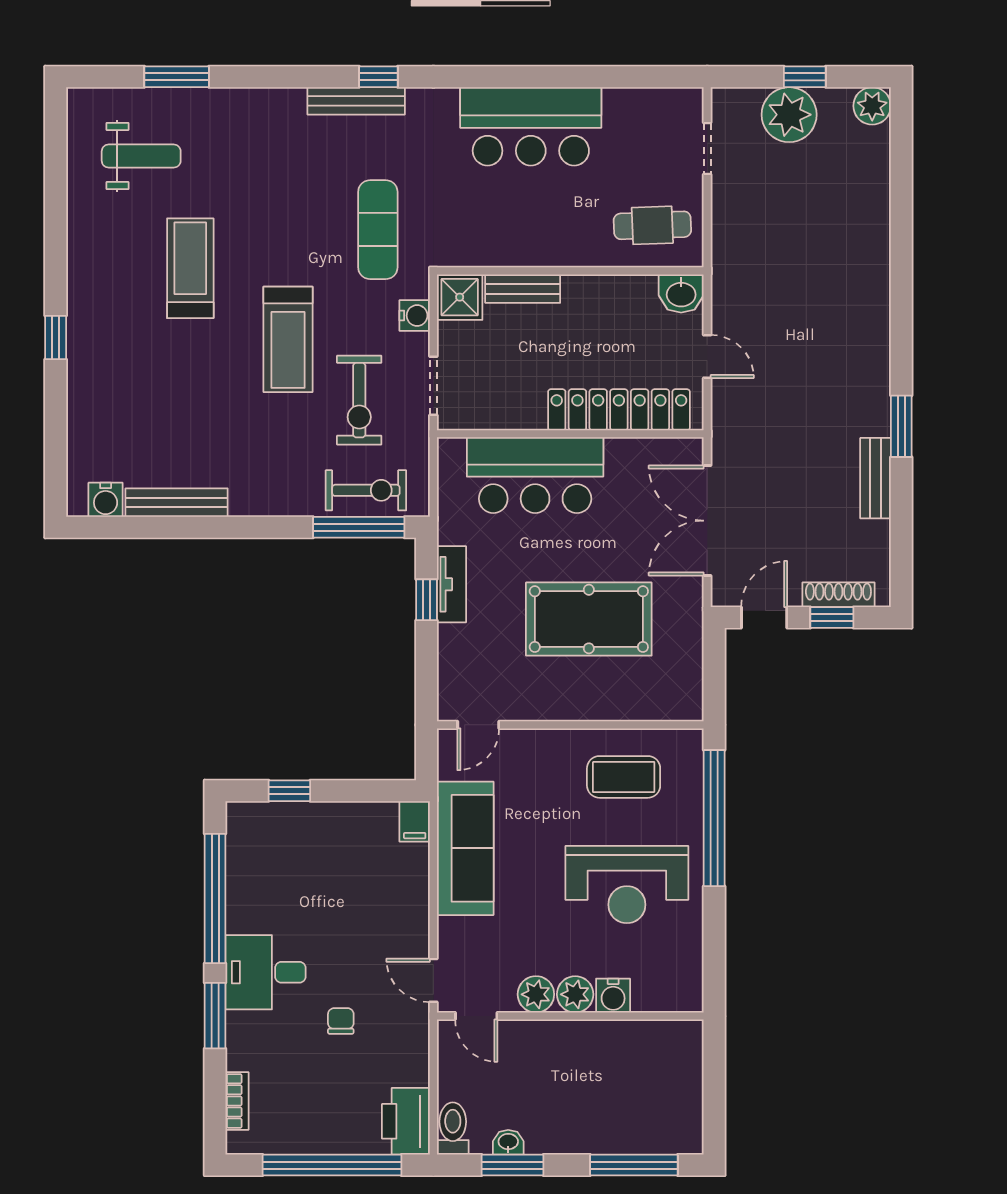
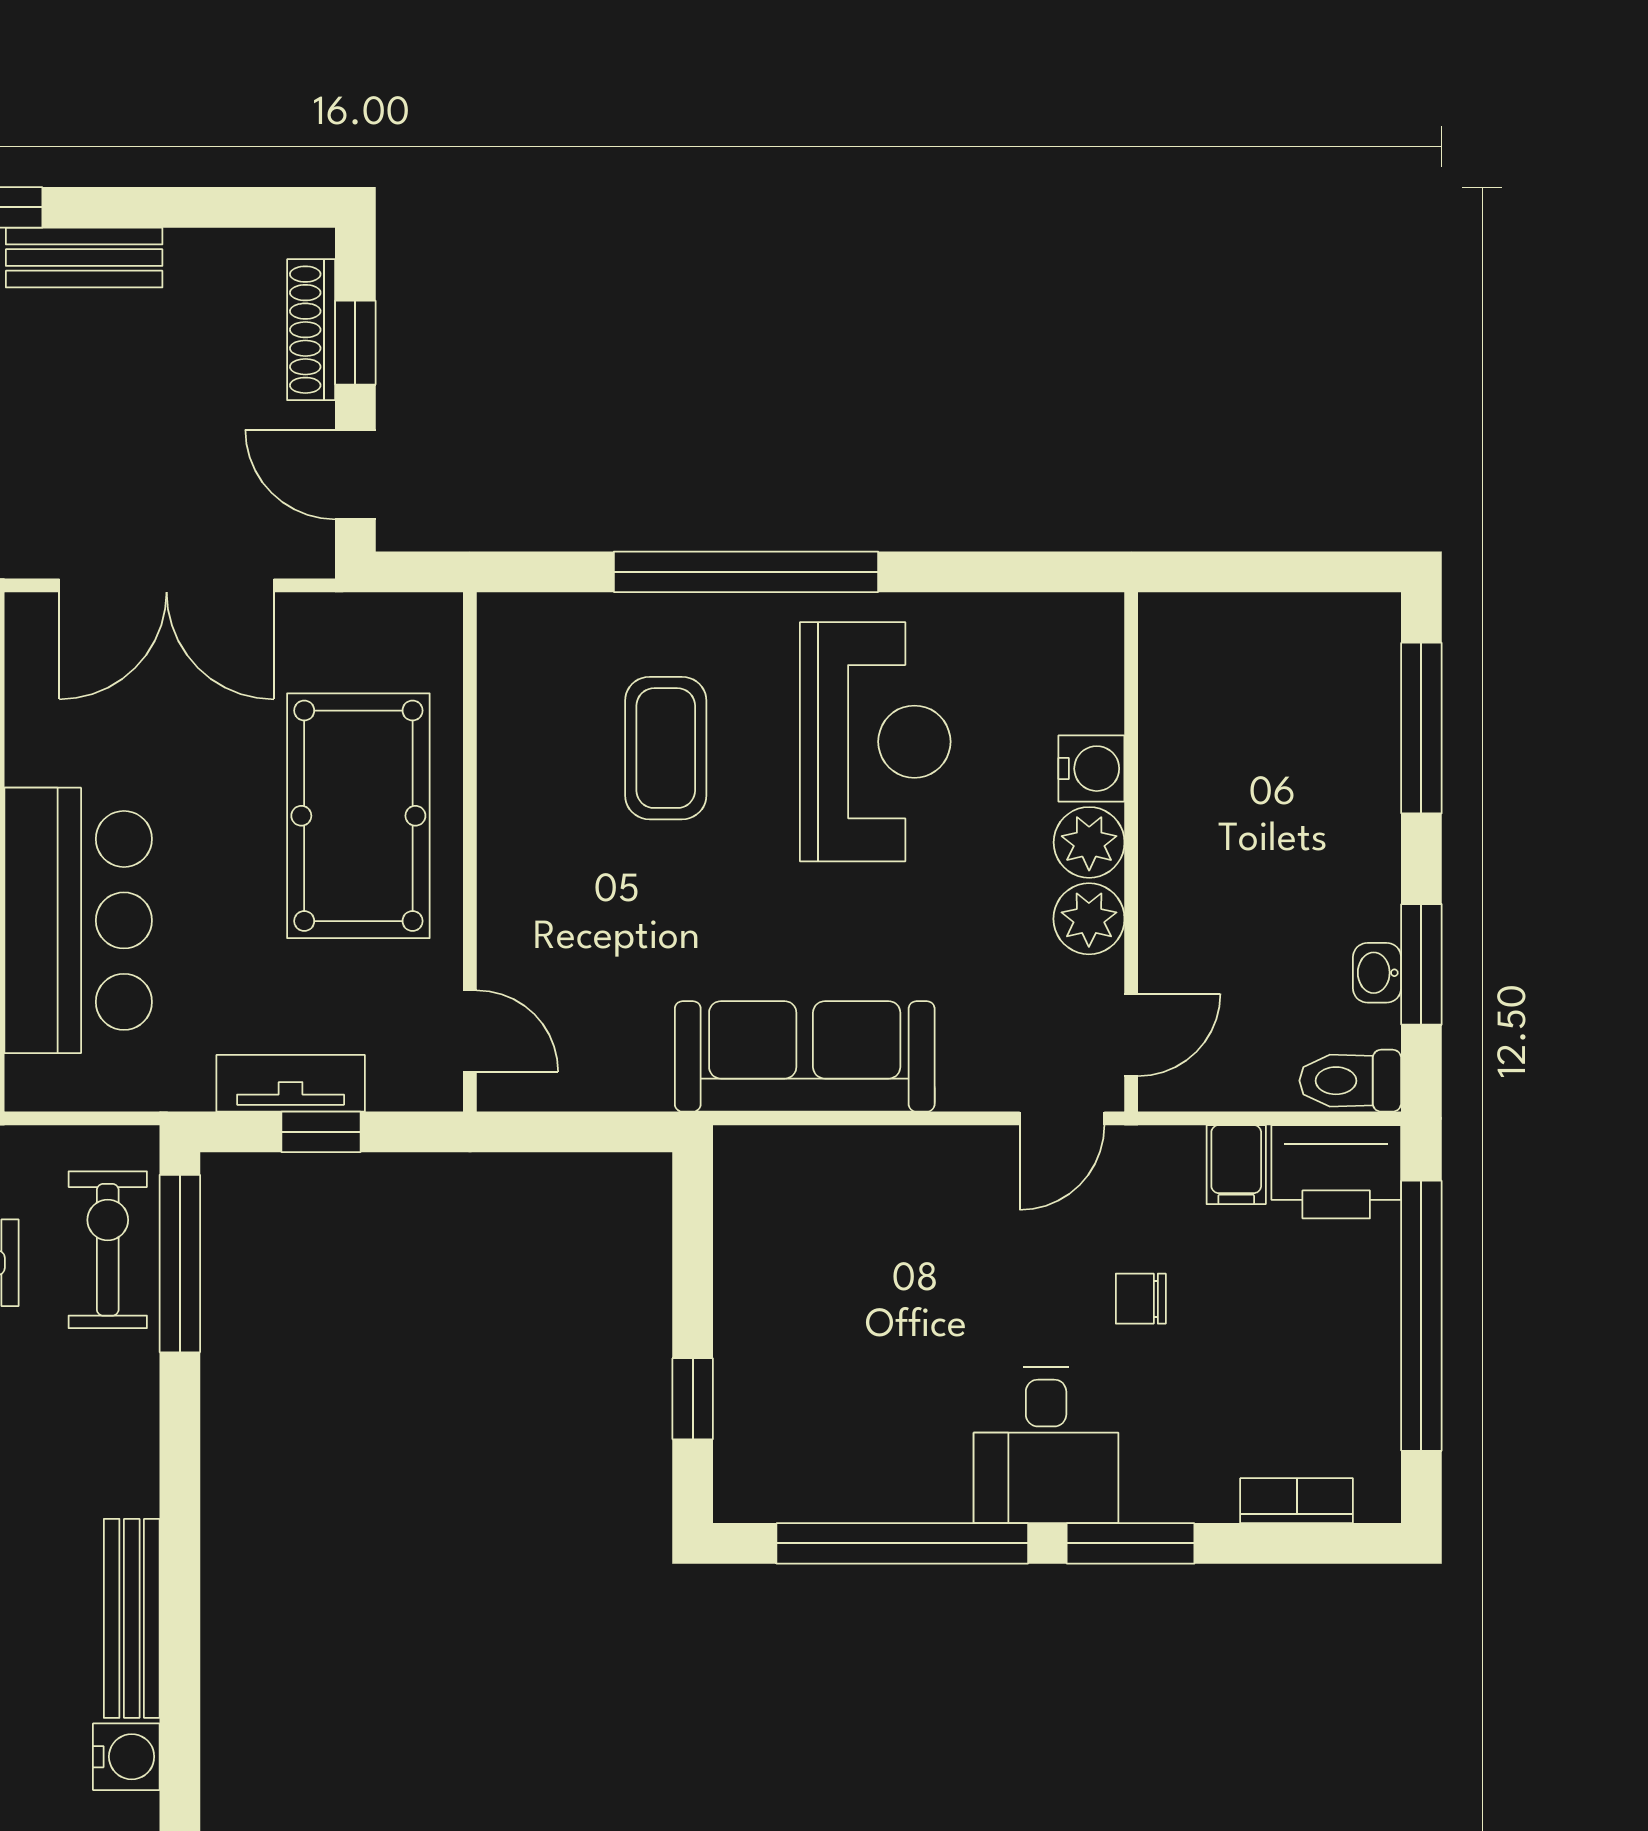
door: (478, 725) -> (470, 1031), moved
wall: (570, 725) -> (470, 852), moved
filing cabinet: (415, 821) -> (1236, 1165), moved, turned 90

